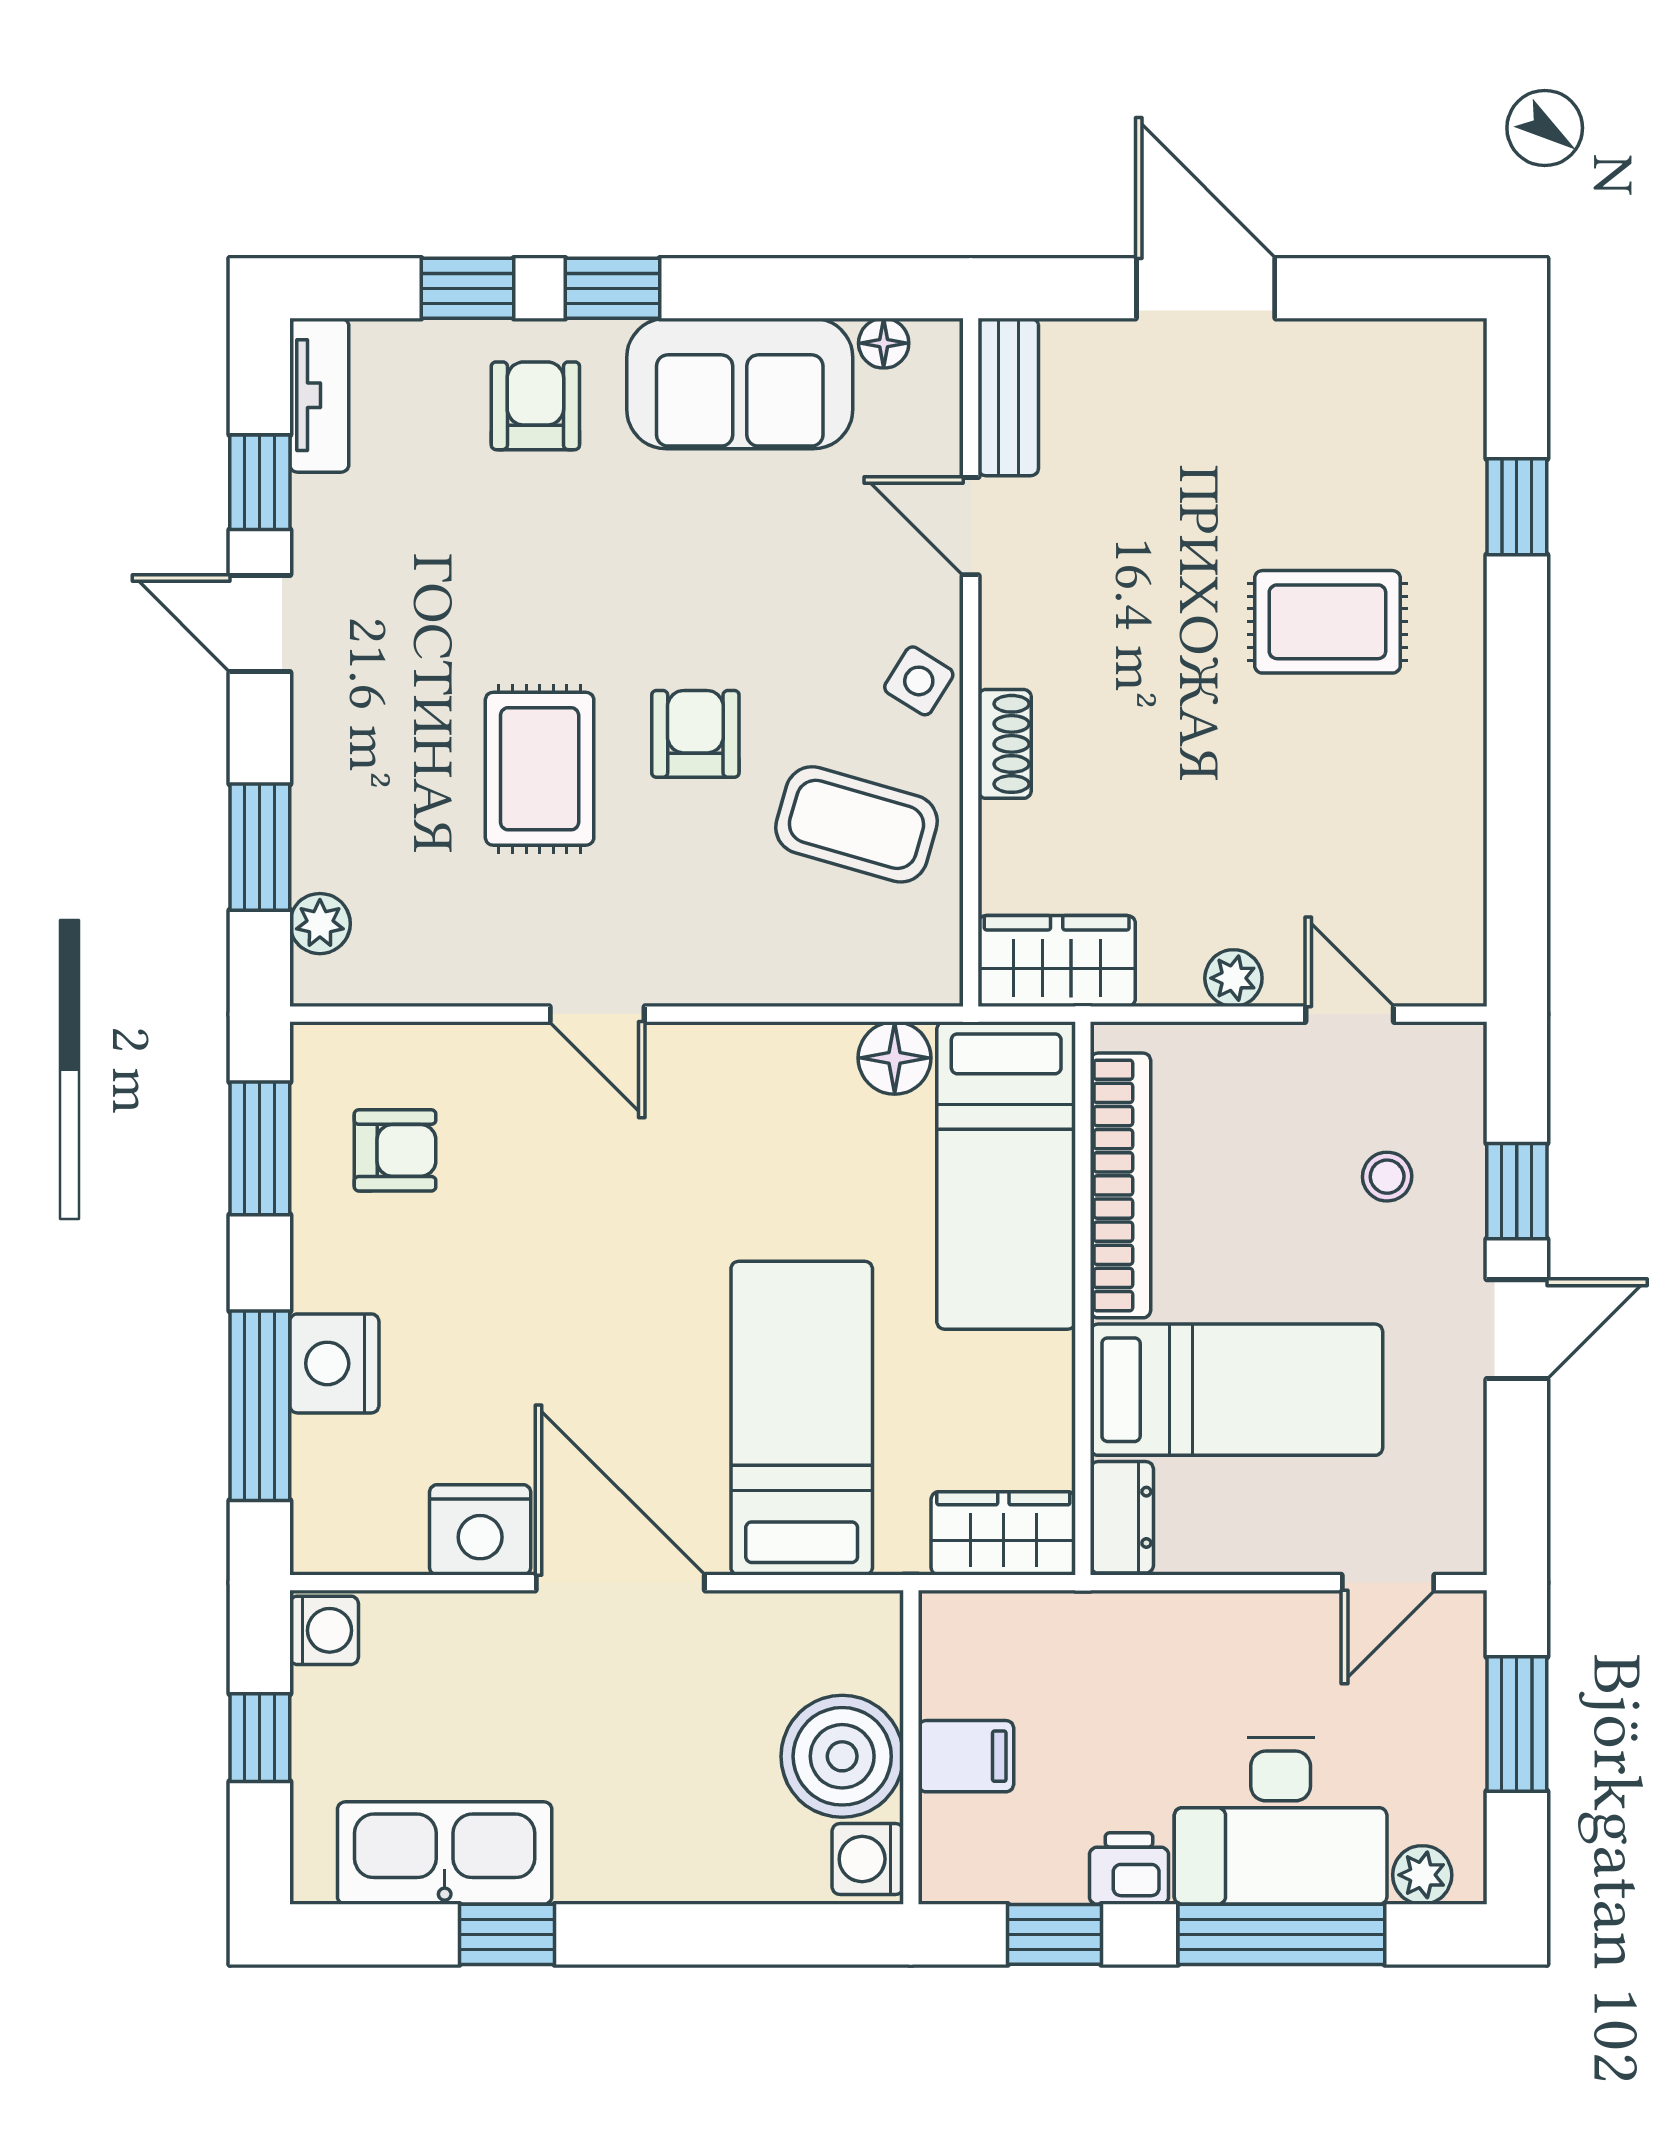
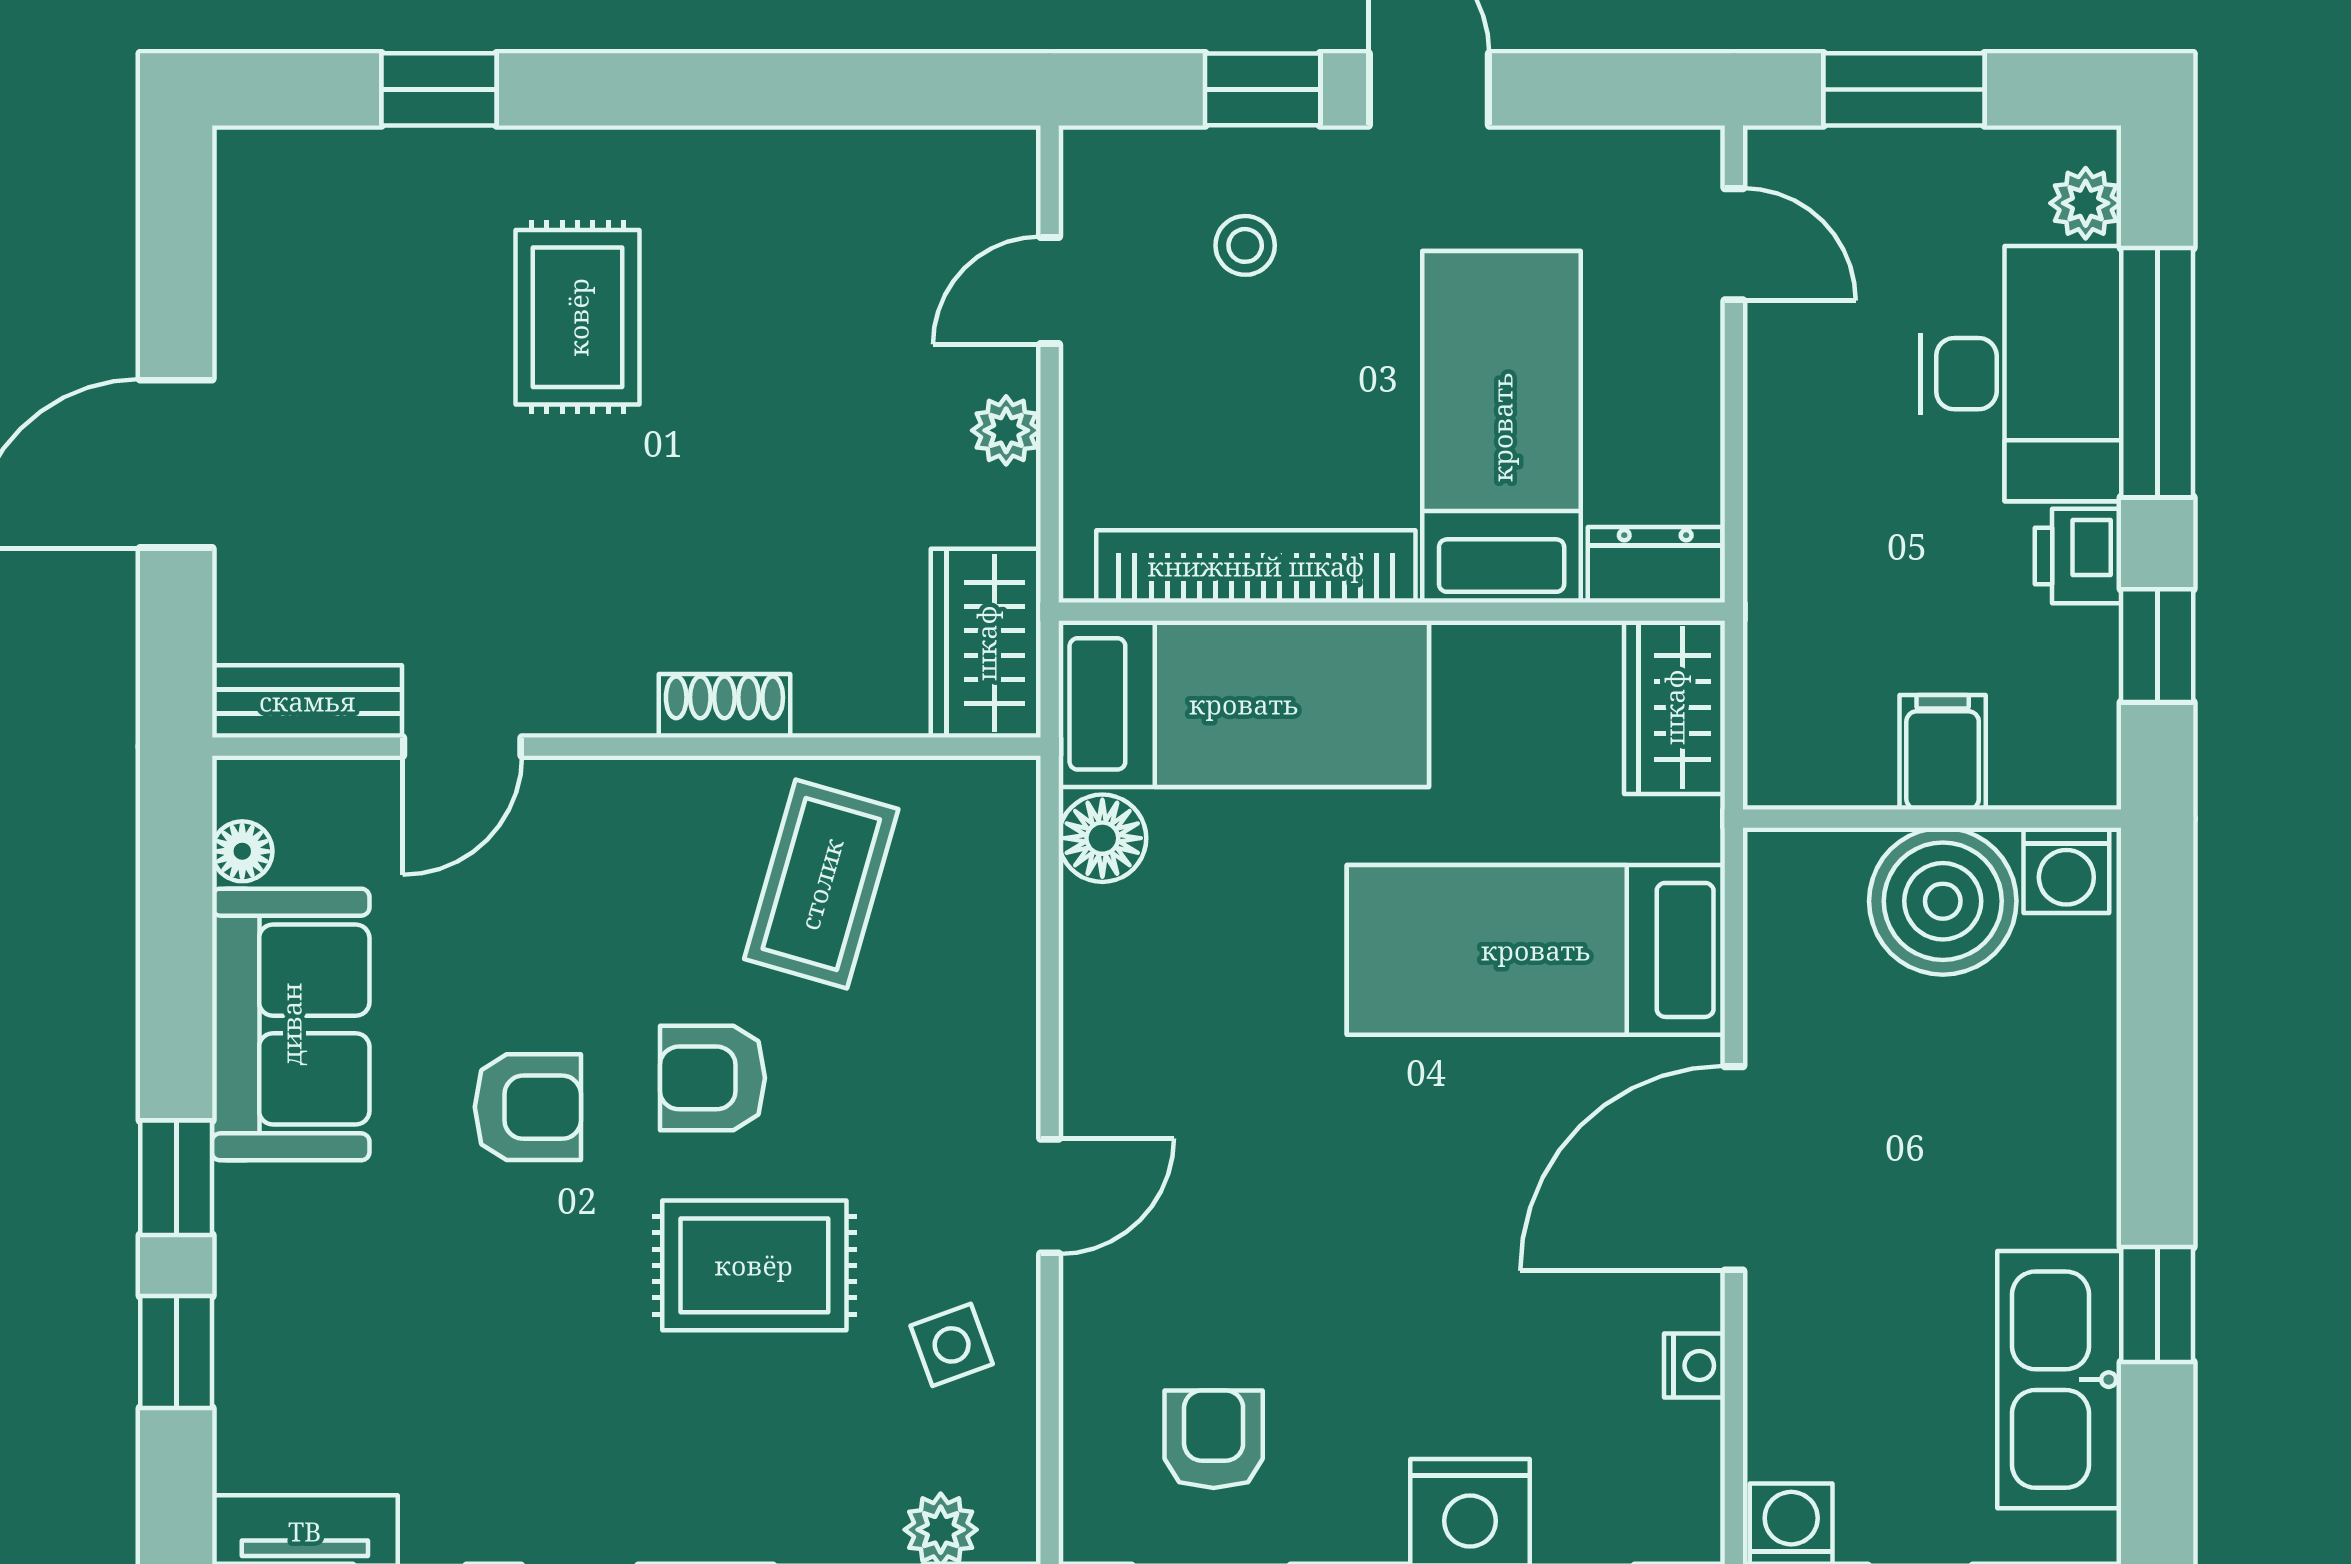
armchair: (535, 406) -> (528, 1107), moved, turned 180
side table: (919, 681) -> (952, 1345), moved, turned 38
nightstand: (480, 1530) -> (1694, 1366), width x0.53, depth x0.56

